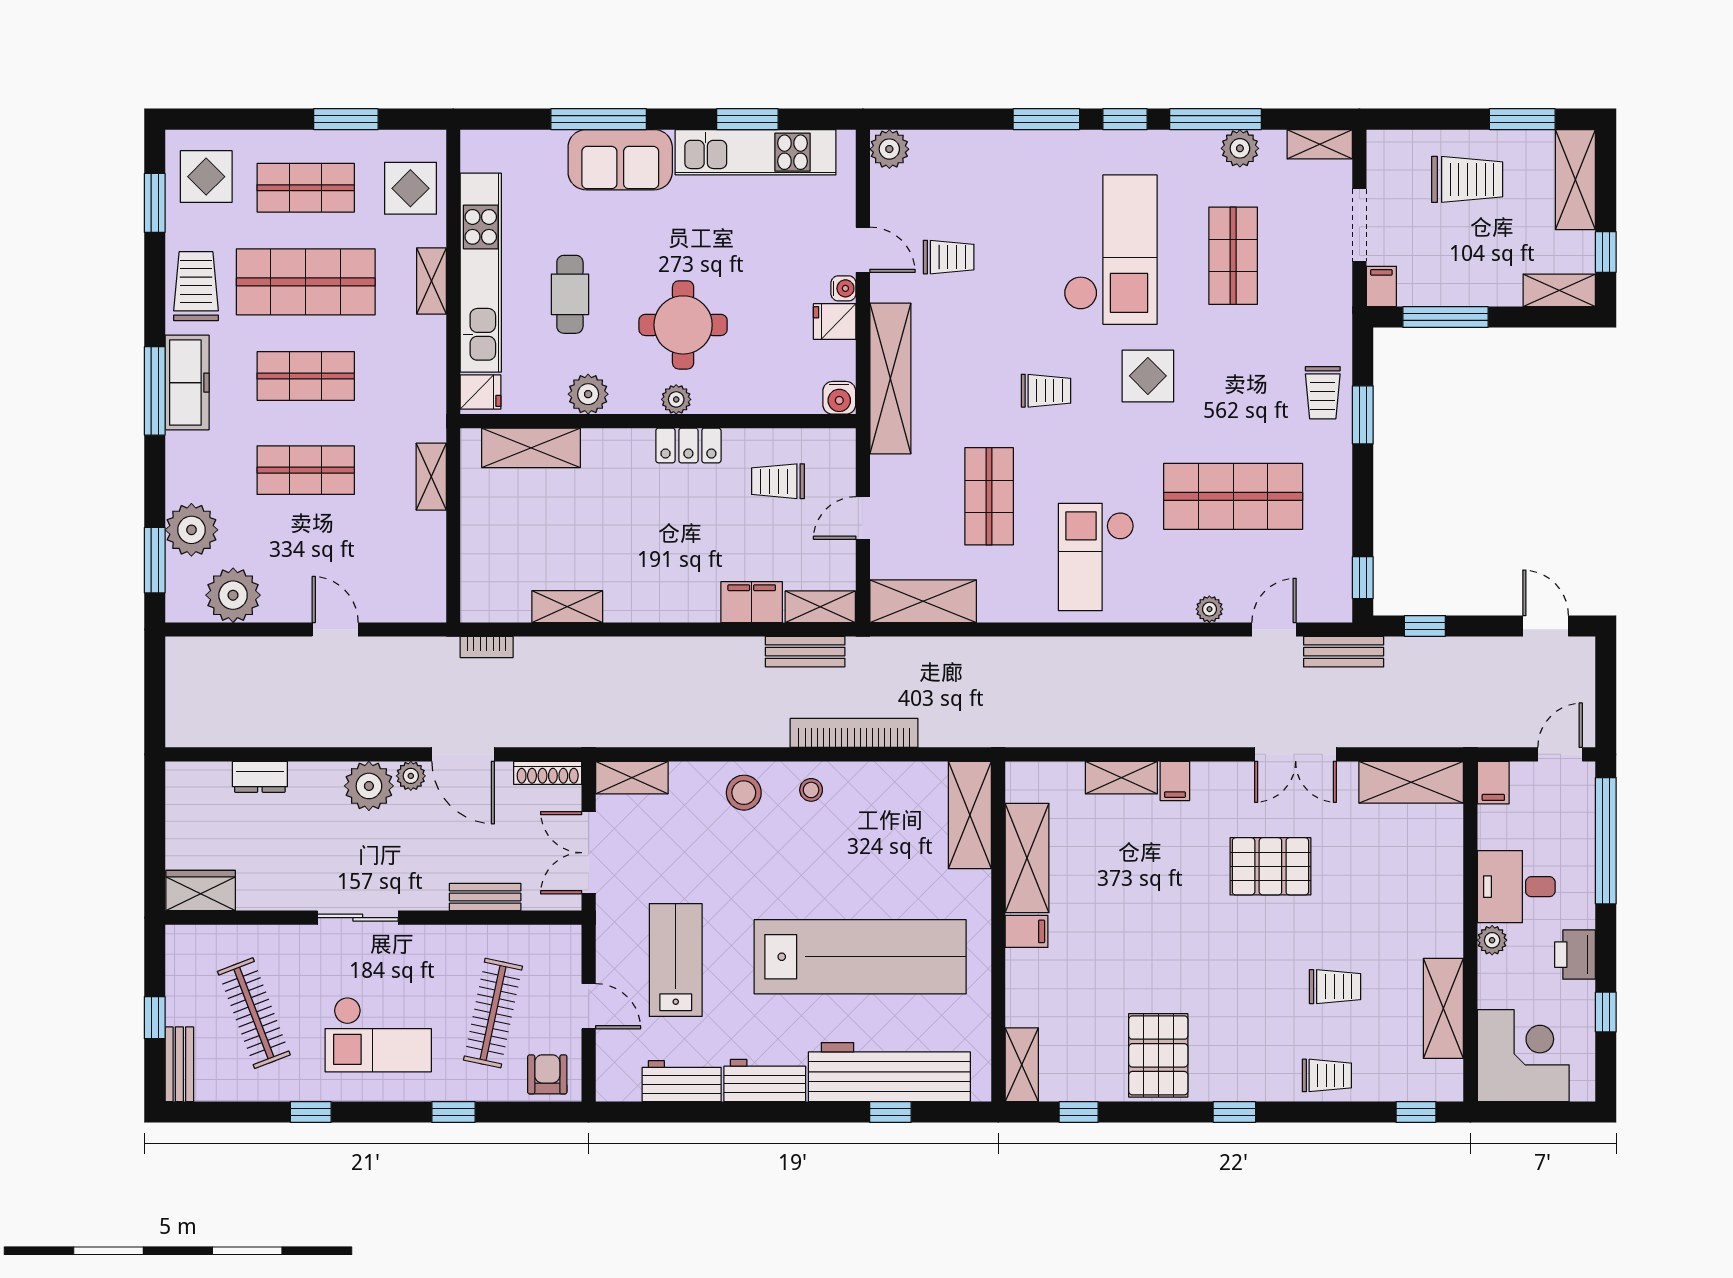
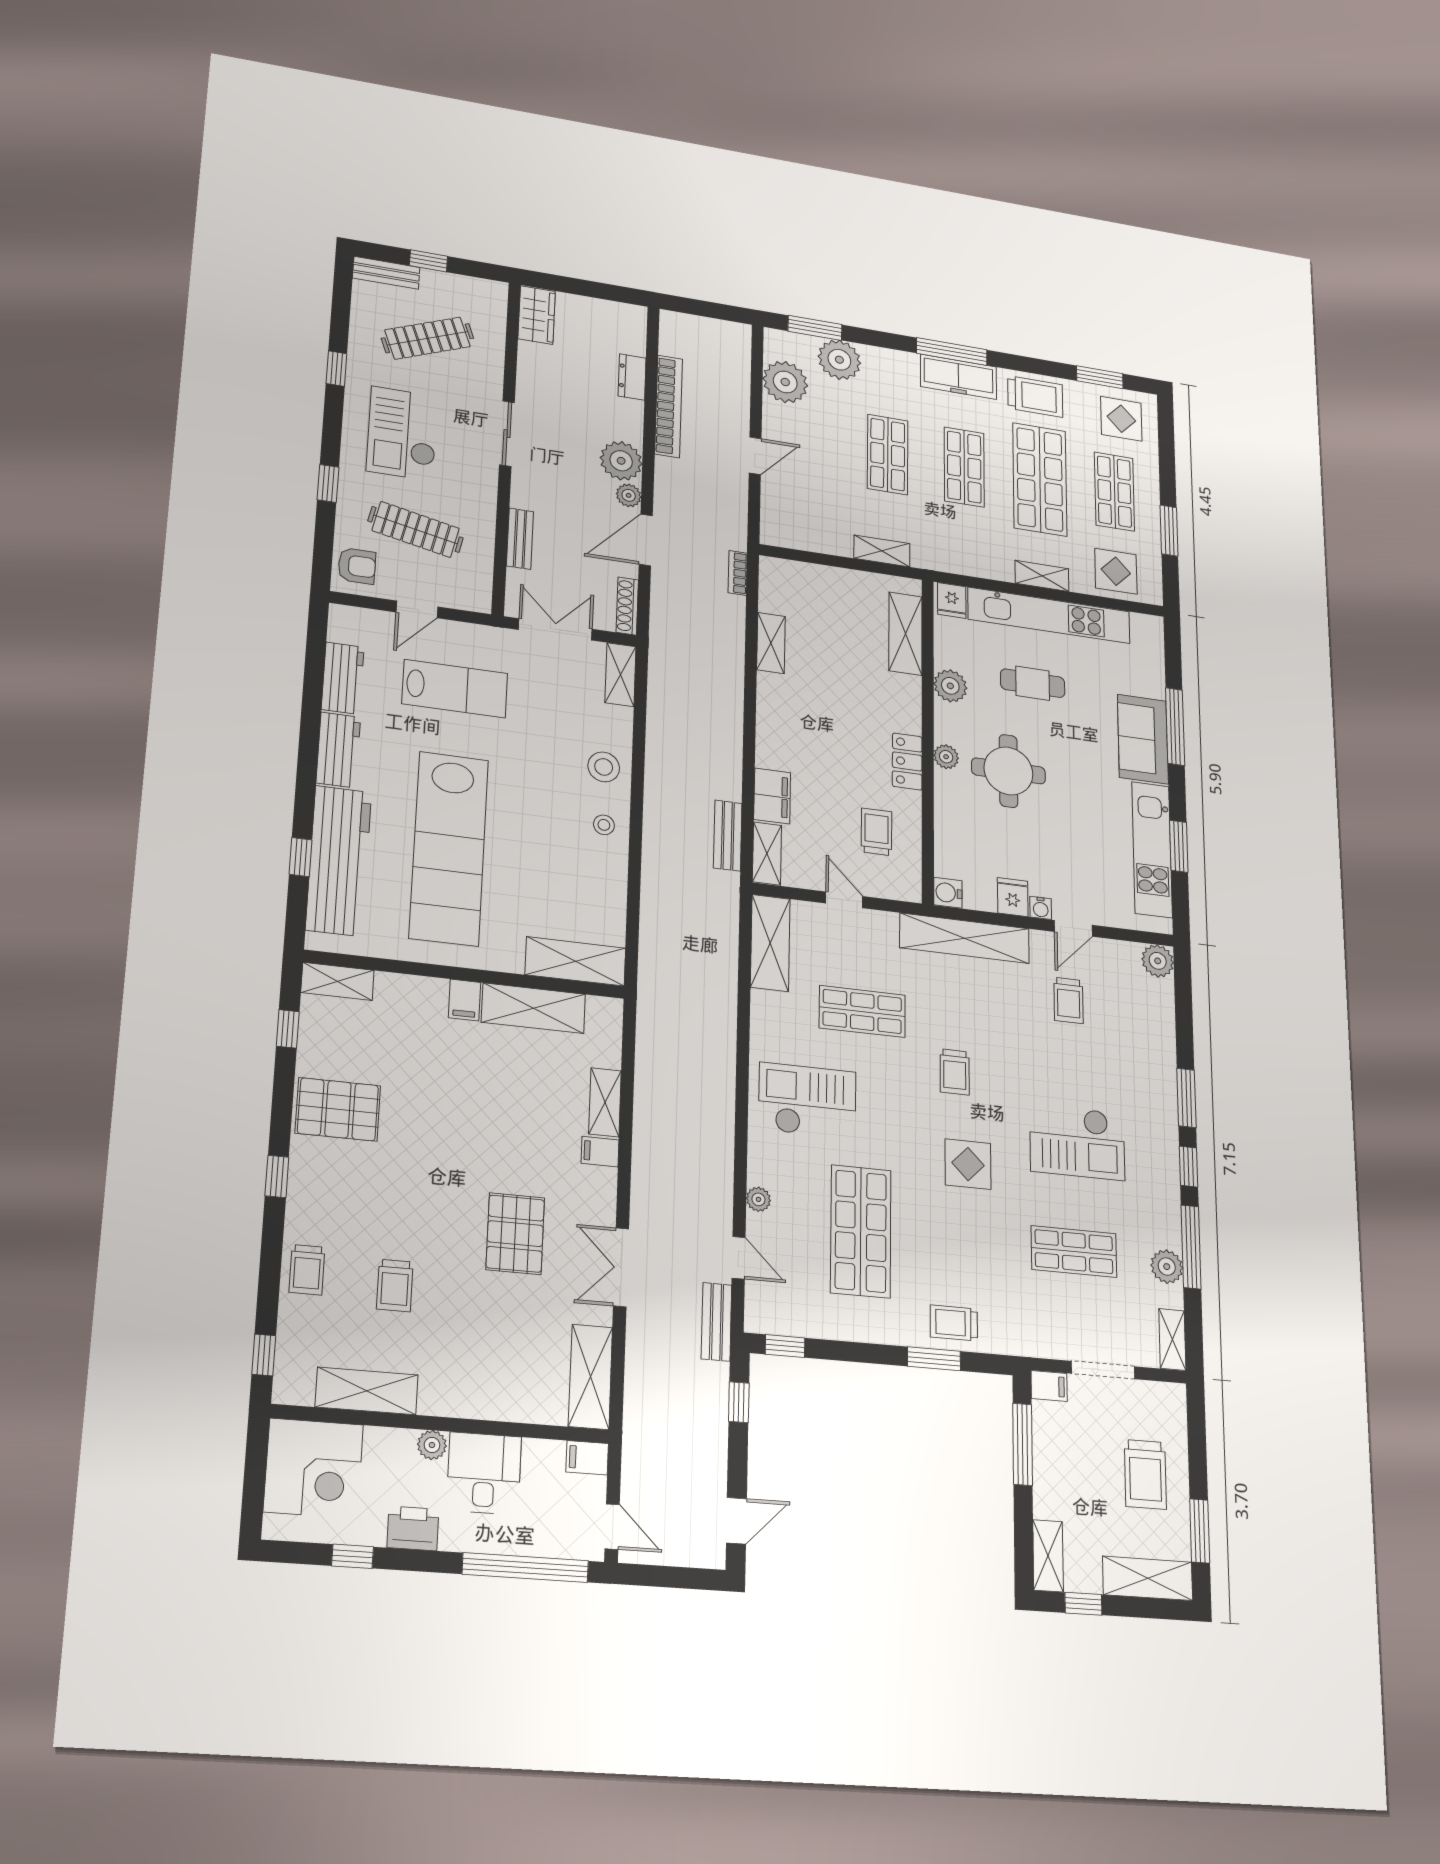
checkout: (1110, 250) -> (1077, 1142), width x0.73, depth x0.83
bookcase: (854, 733) -> (669, 406), moved

